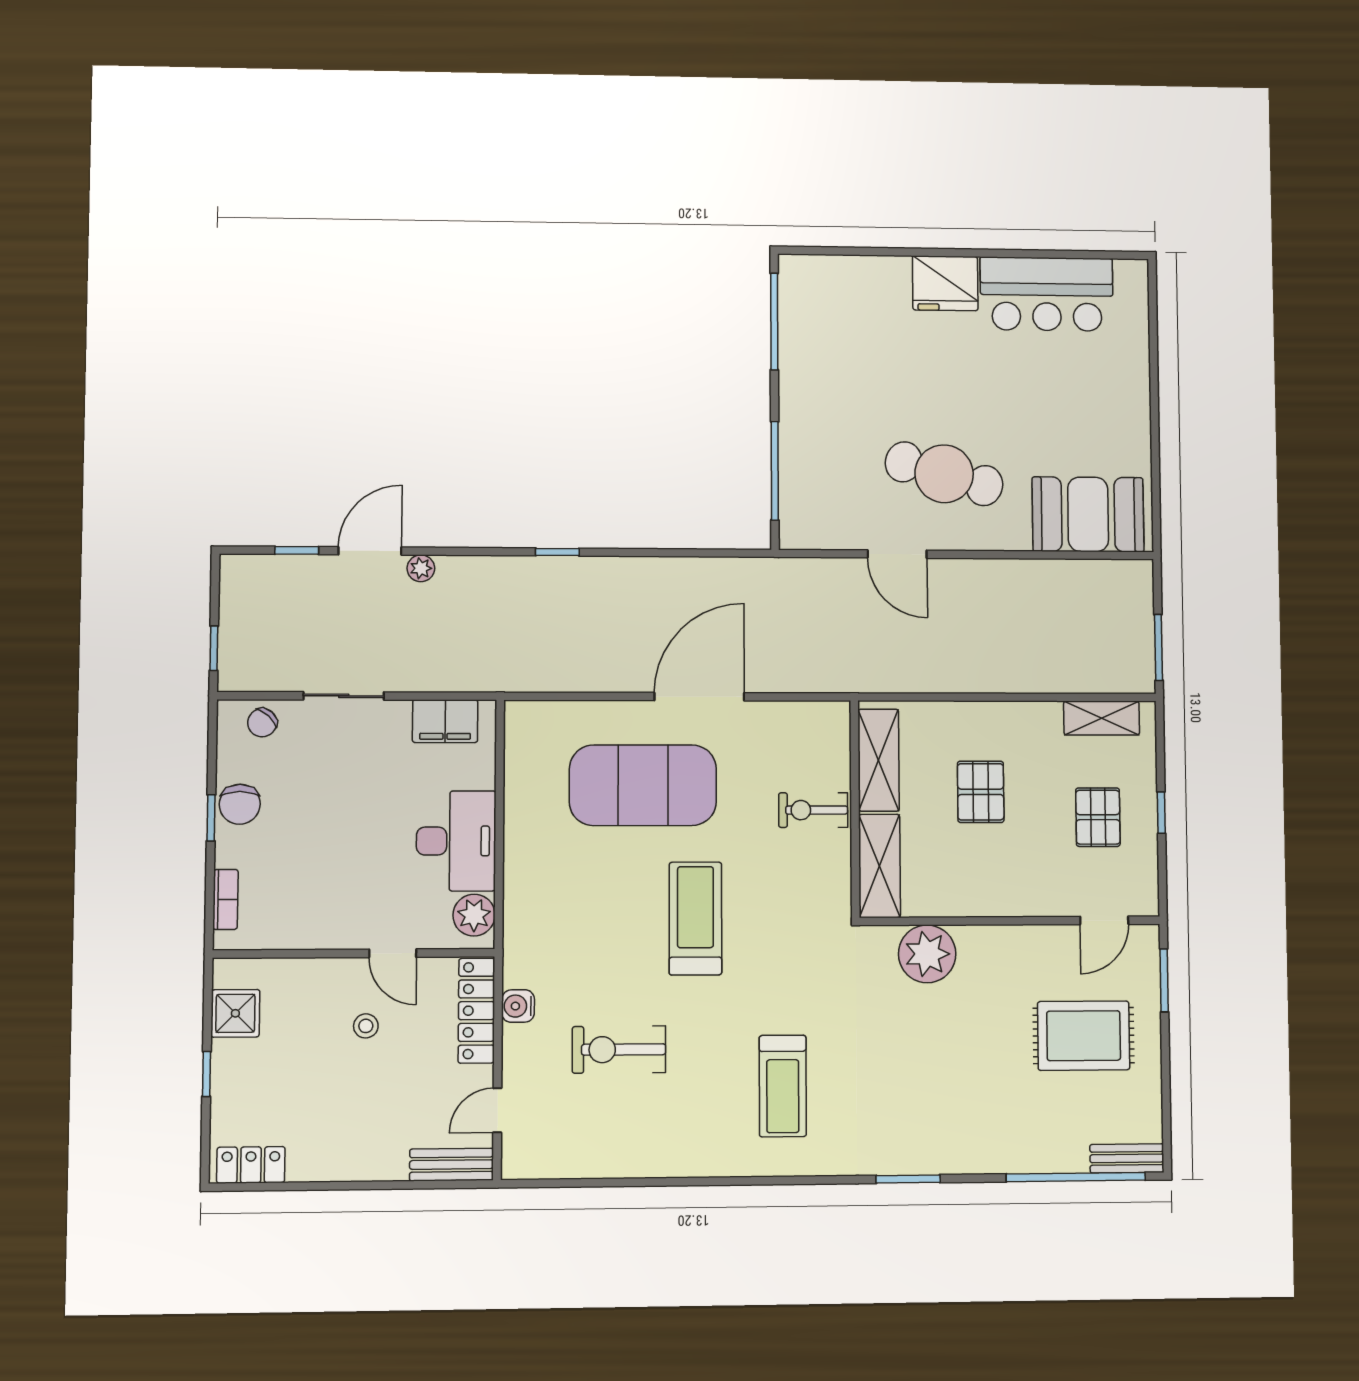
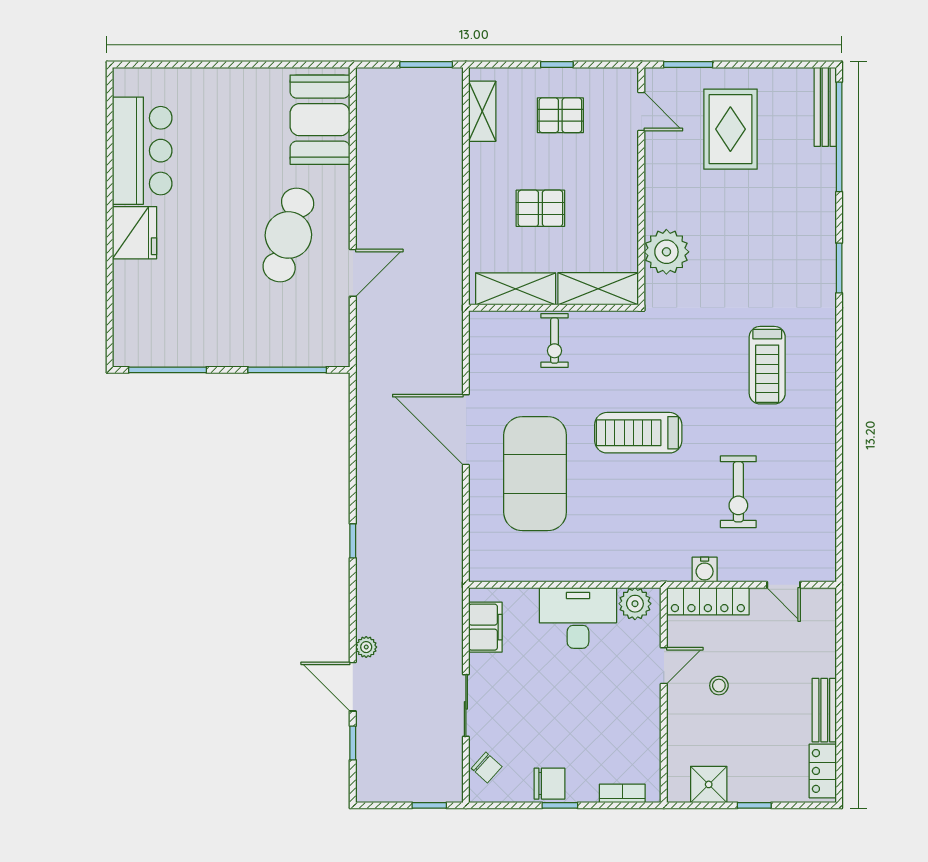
treadmill: (783, 1086) -> (767, 365), turned 90
bench: (1127, 1158) -> (825, 107), width x1.36
bench: (452, 1165) -> (824, 710), moved

